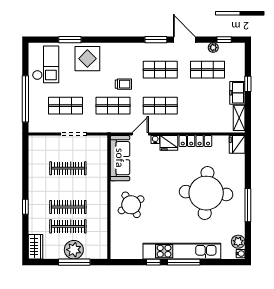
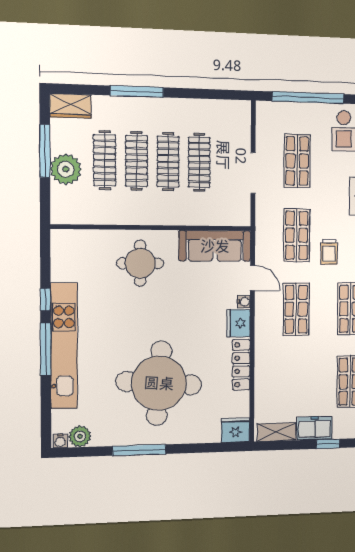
clothes rail: (68, 188) -> (168, 162), added
round table: (131, 205) -> (140, 263), turned 31
window: (25, 207) -> (137, 91), width x2.17
window: (74, 262) -> (45, 151), moved

